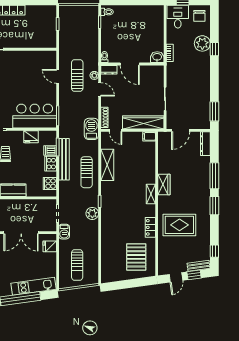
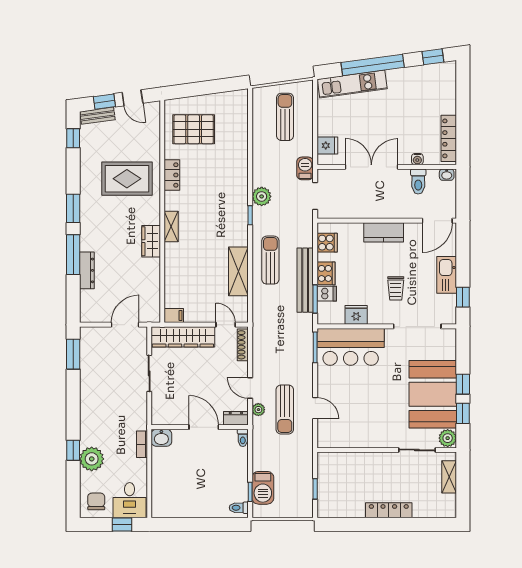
barbecue: (91, 129) -> (263, 488), moved
dresser: (205, 144) -> (87, 270), moved
pallet: (136, 257) -> (194, 129), turned 90
door: (176, 277) -> (132, 98), swing flipped

